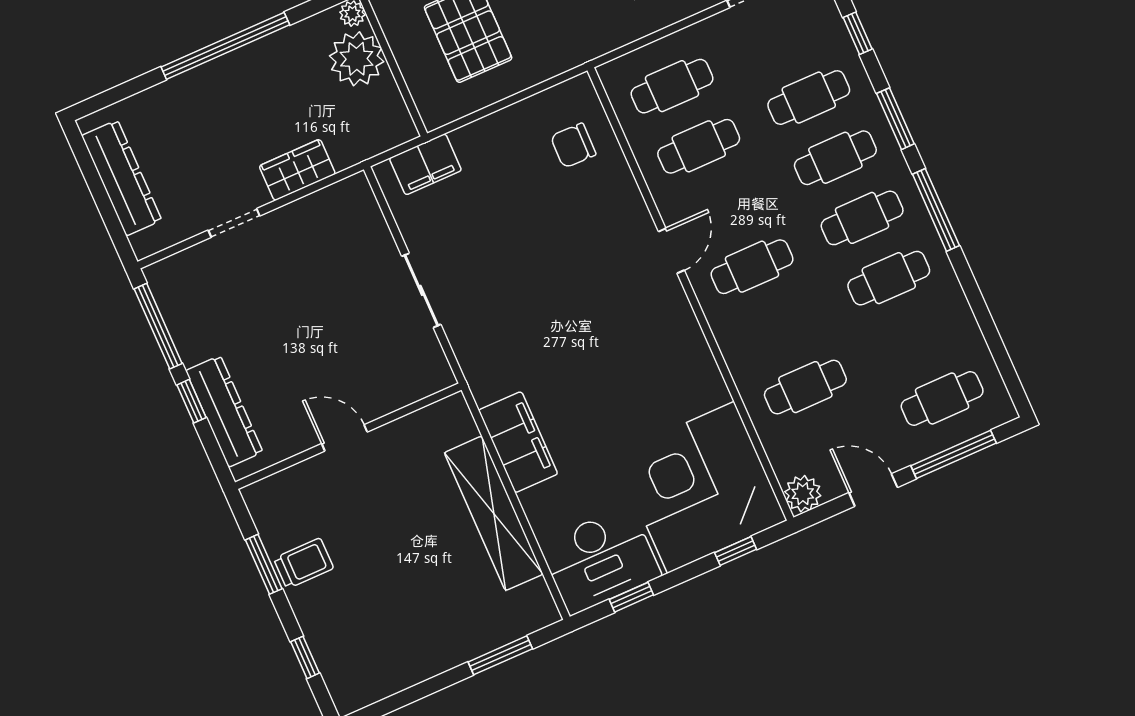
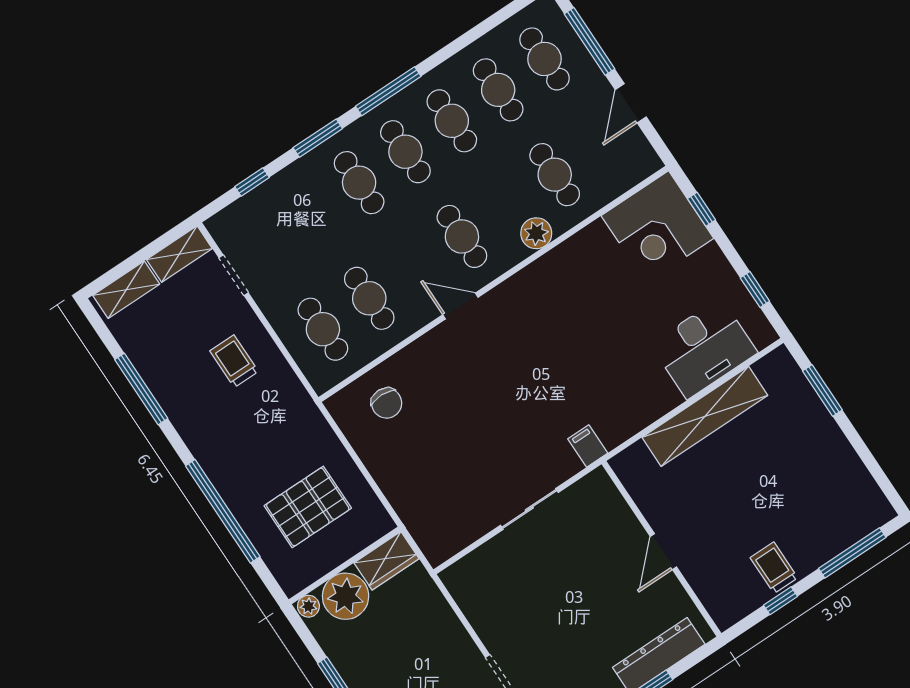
cafe table: (809, 98) -> (498, 90), moved
filing cabinet: (425, 164) -> (424, 524), removed
wardrobe: (297, 170) -> (387, 561), moved, turned -90
filing cabinet: (518, 442) -> (588, 446), moved, width x0.33, depth x0.86
corner desk: (701, 487) -> (657, 227), width x0.74, depth x0.74
plant: (803, 494) -> (536, 233), moved
desk: (600, 560) -> (704, 348), moved, turned 90
window: (264, 564) -> (781, 601), width x0.67
window: (305, 657) -> (852, 553), width x2.17

